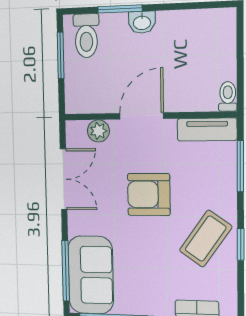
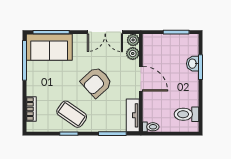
washbasin: (142, 22) -> (193, 64), moved
toilet: (86, 36) -> (186, 114), moved
plant: (75, 131) -> (133, 40), added
armchair: (149, 194) -> (96, 82), turned -132

